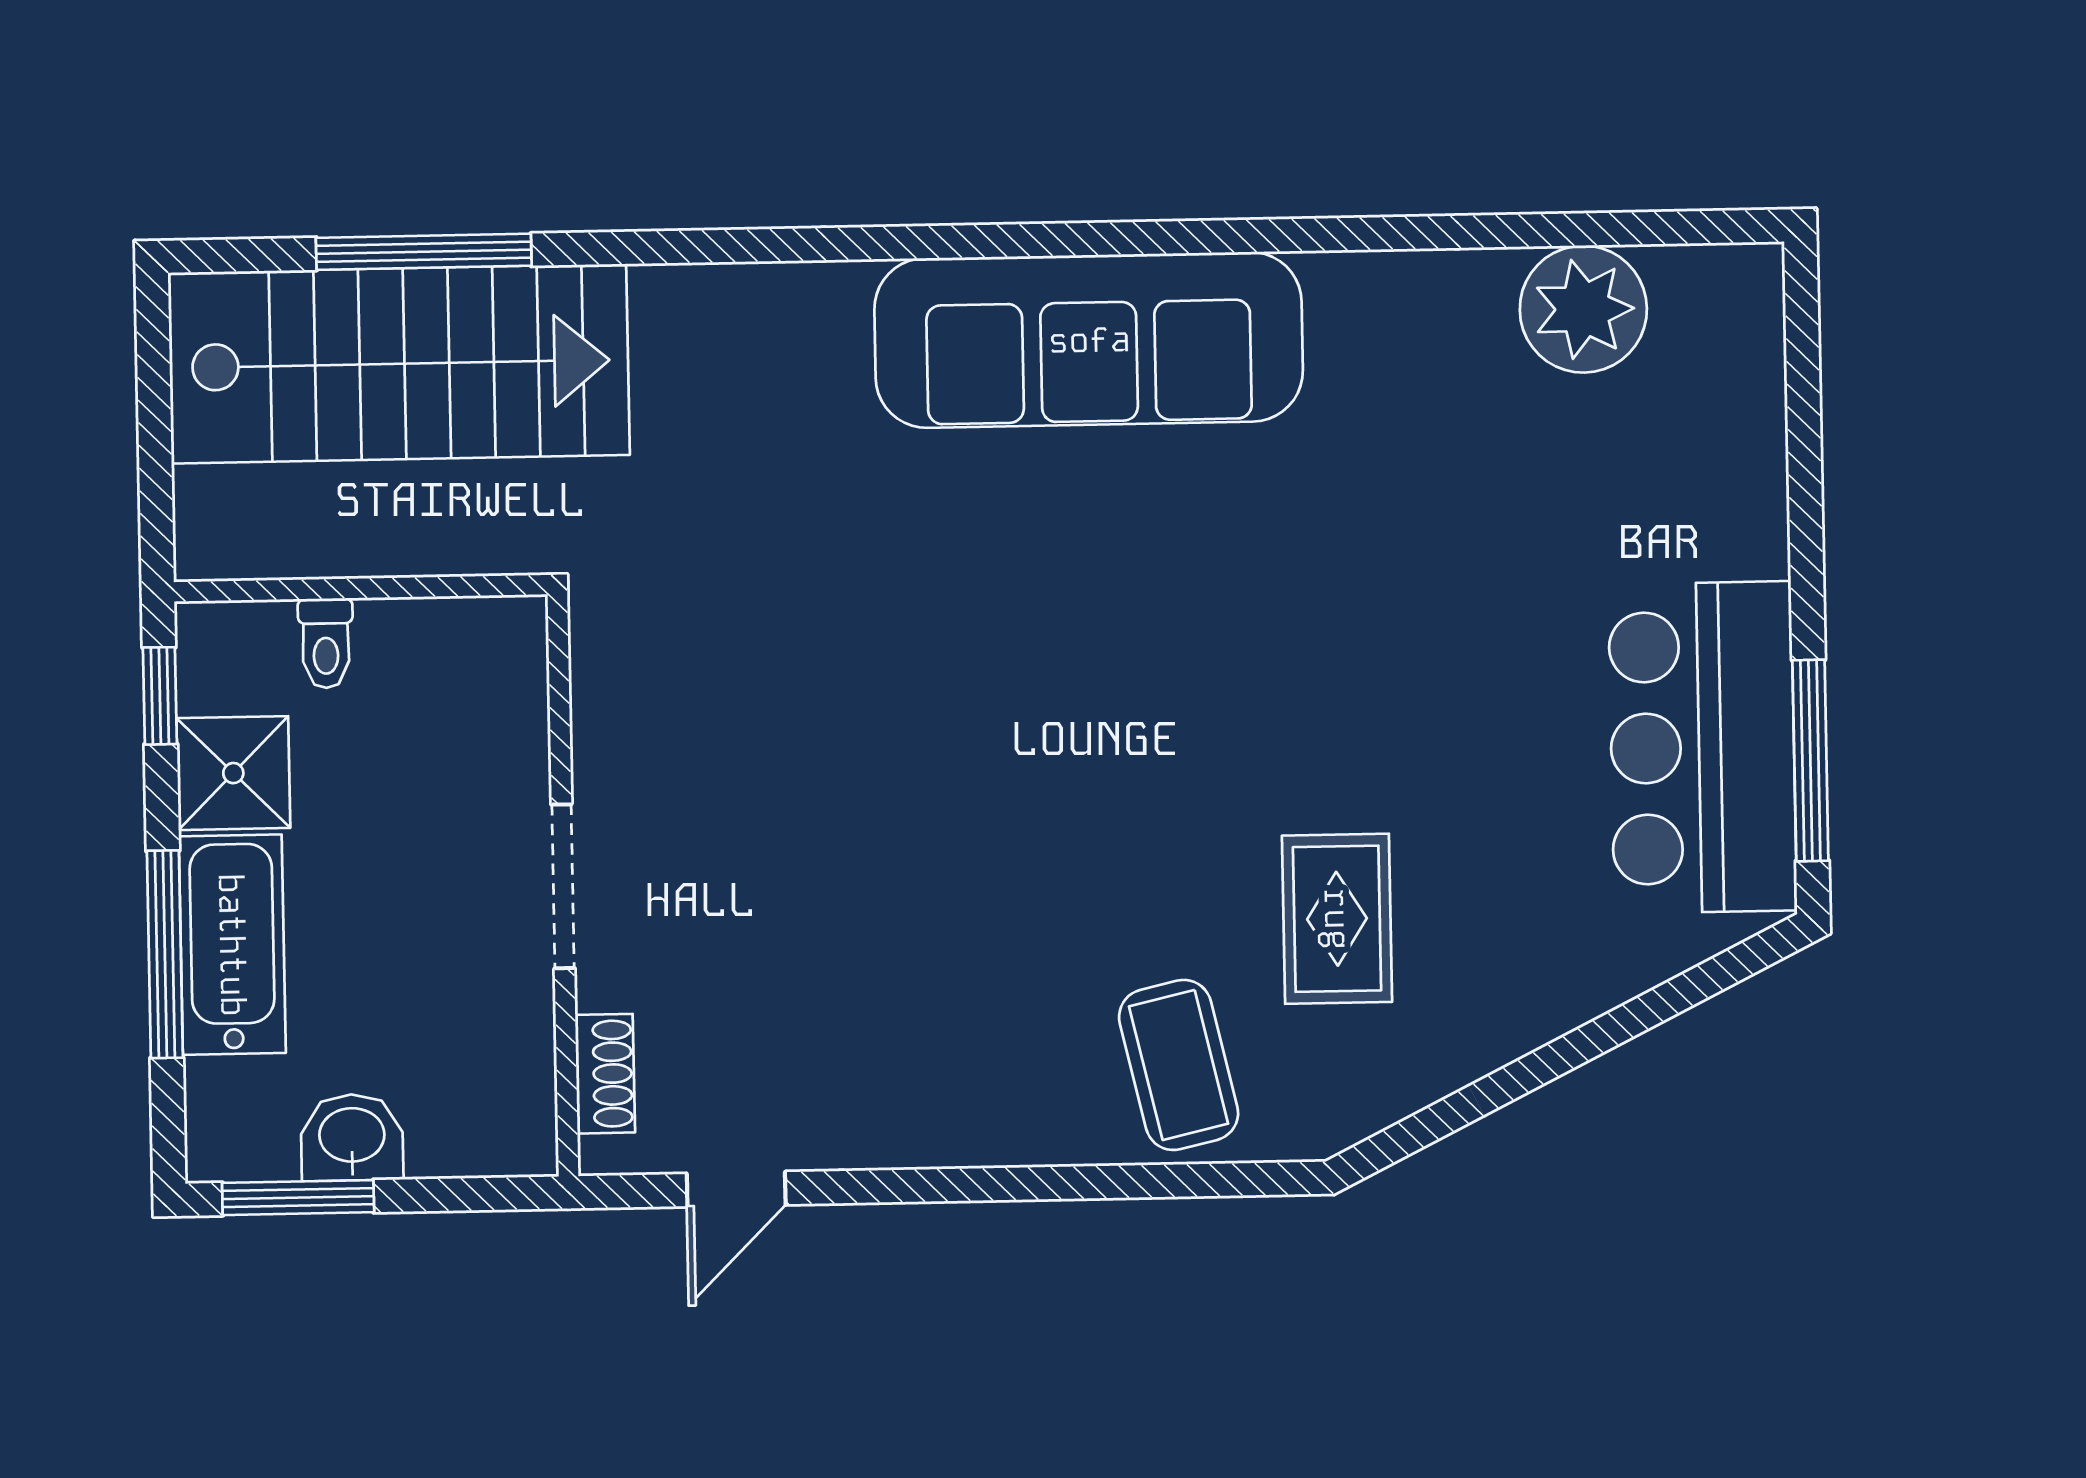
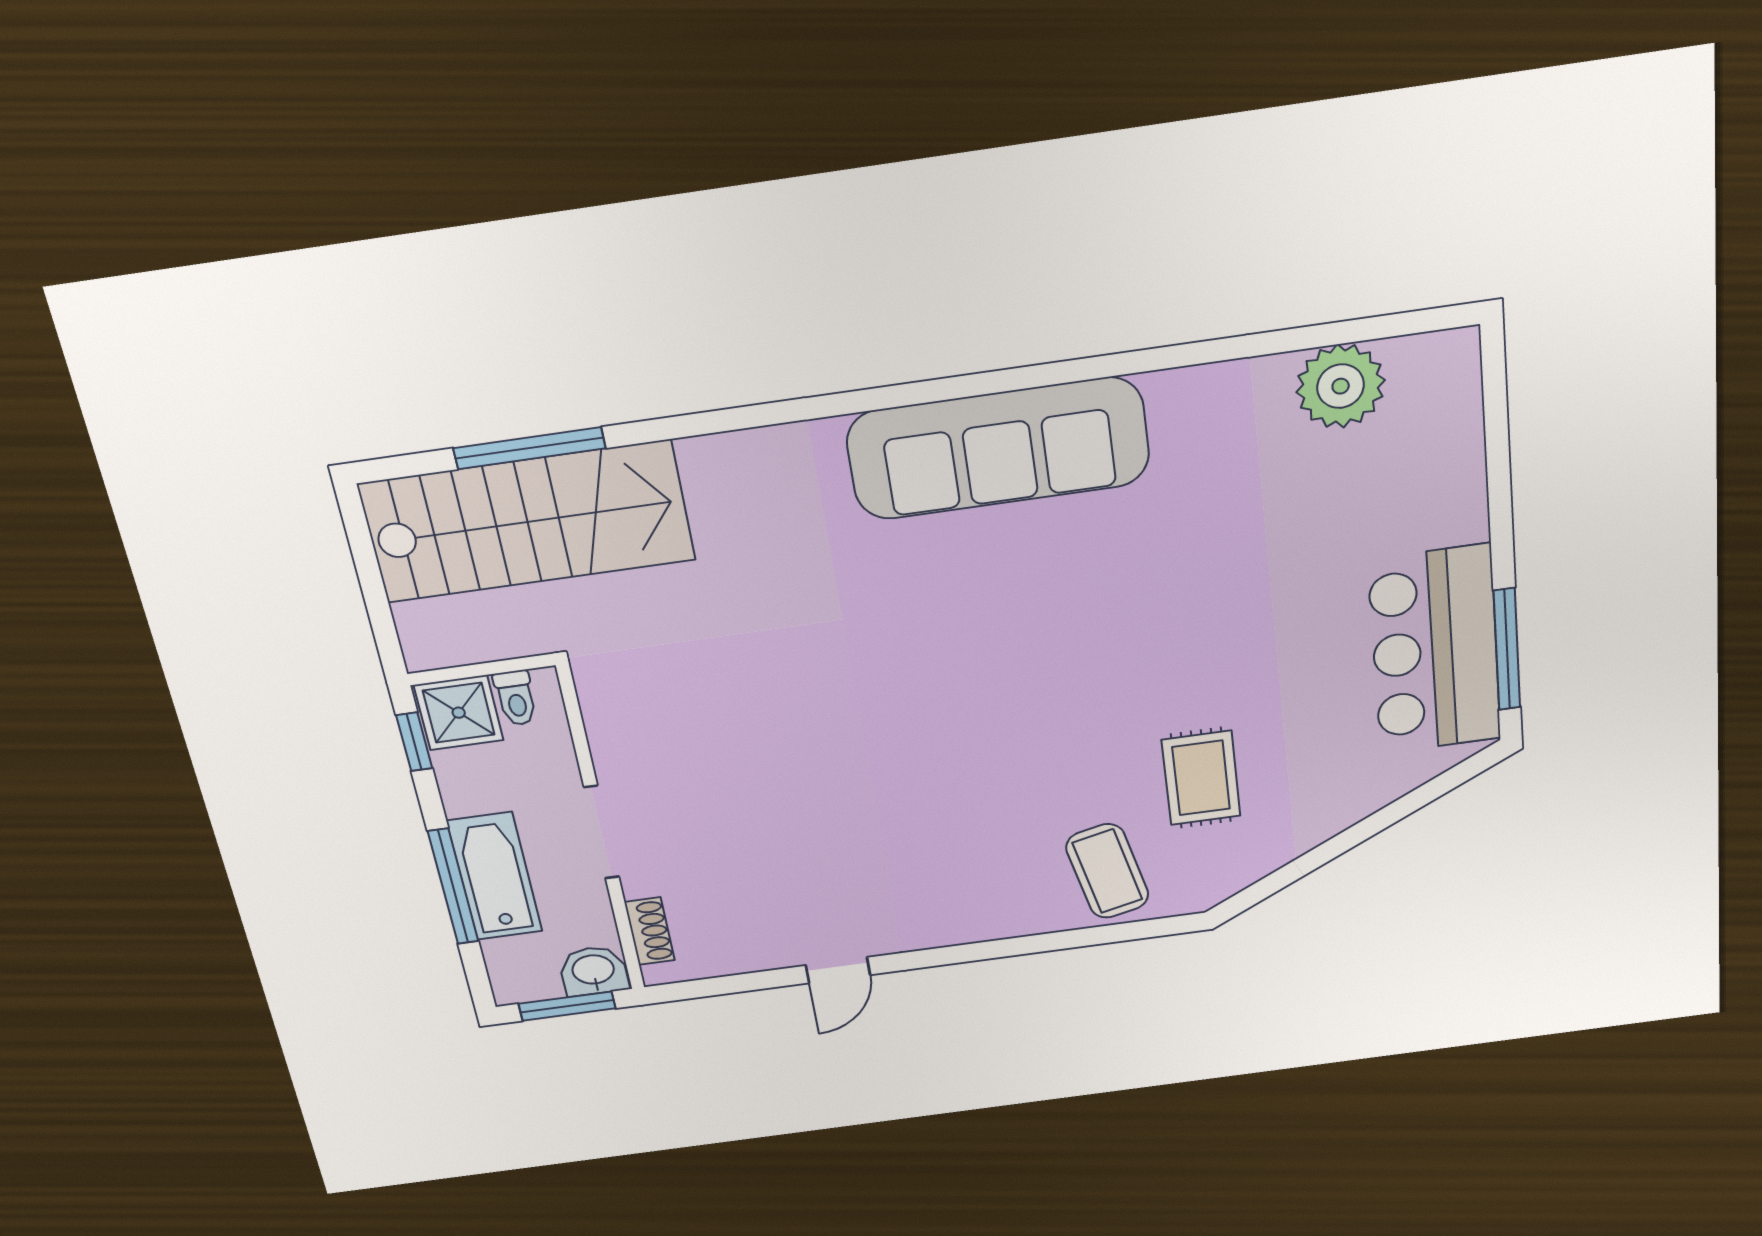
shower: (233, 773) -> (459, 713), moved
wall: (563, 885) -> (601, 832), moved
doorway: (563, 886) -> (602, 832), moved
shoe rack: (605, 1074) -> (650, 931), moved

